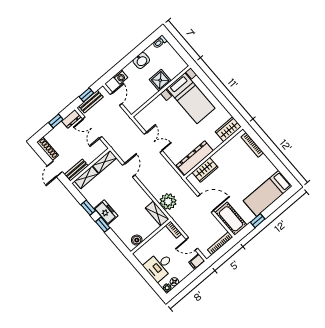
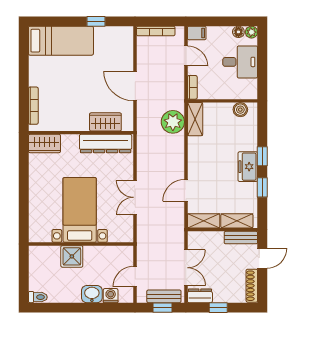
washbasin: (141, 60) -> (92, 294), moved
bed with nightstands: (191, 98) -> (80, 210), moved
cot: (231, 219) -> (122, 47), removed

